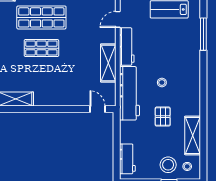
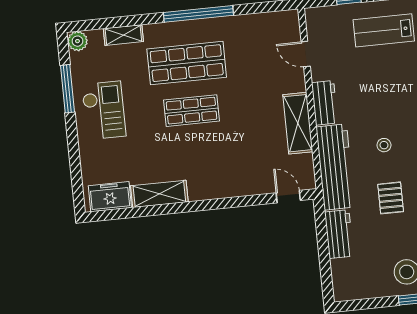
door: (118, 19) -> (306, 54), hinge flipped
workbench: (127, 47) -> (325, 103), width x0.73
workbench: (127, 159) -> (339, 234), moved

